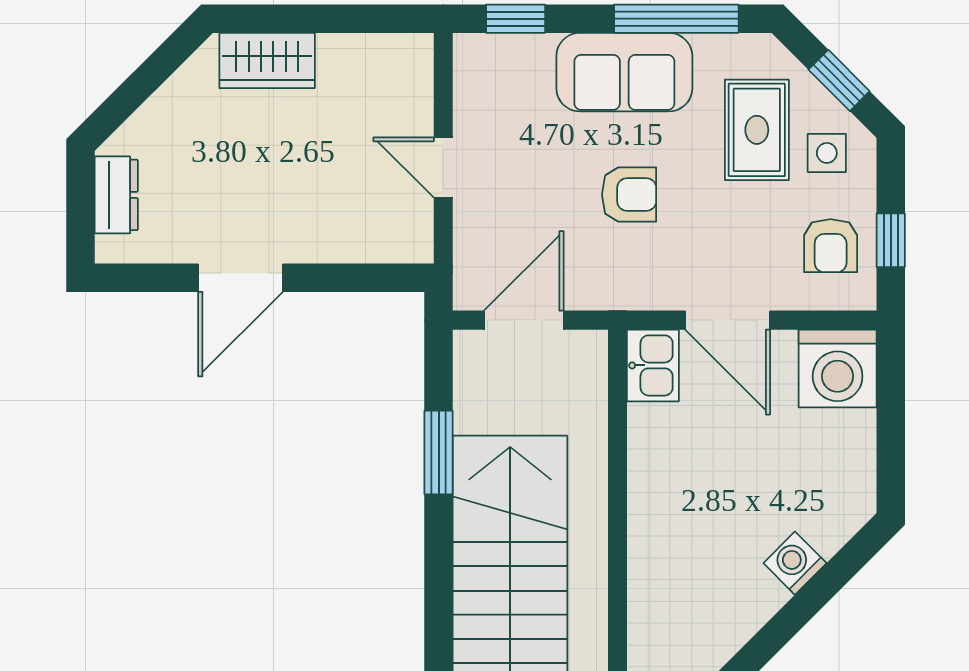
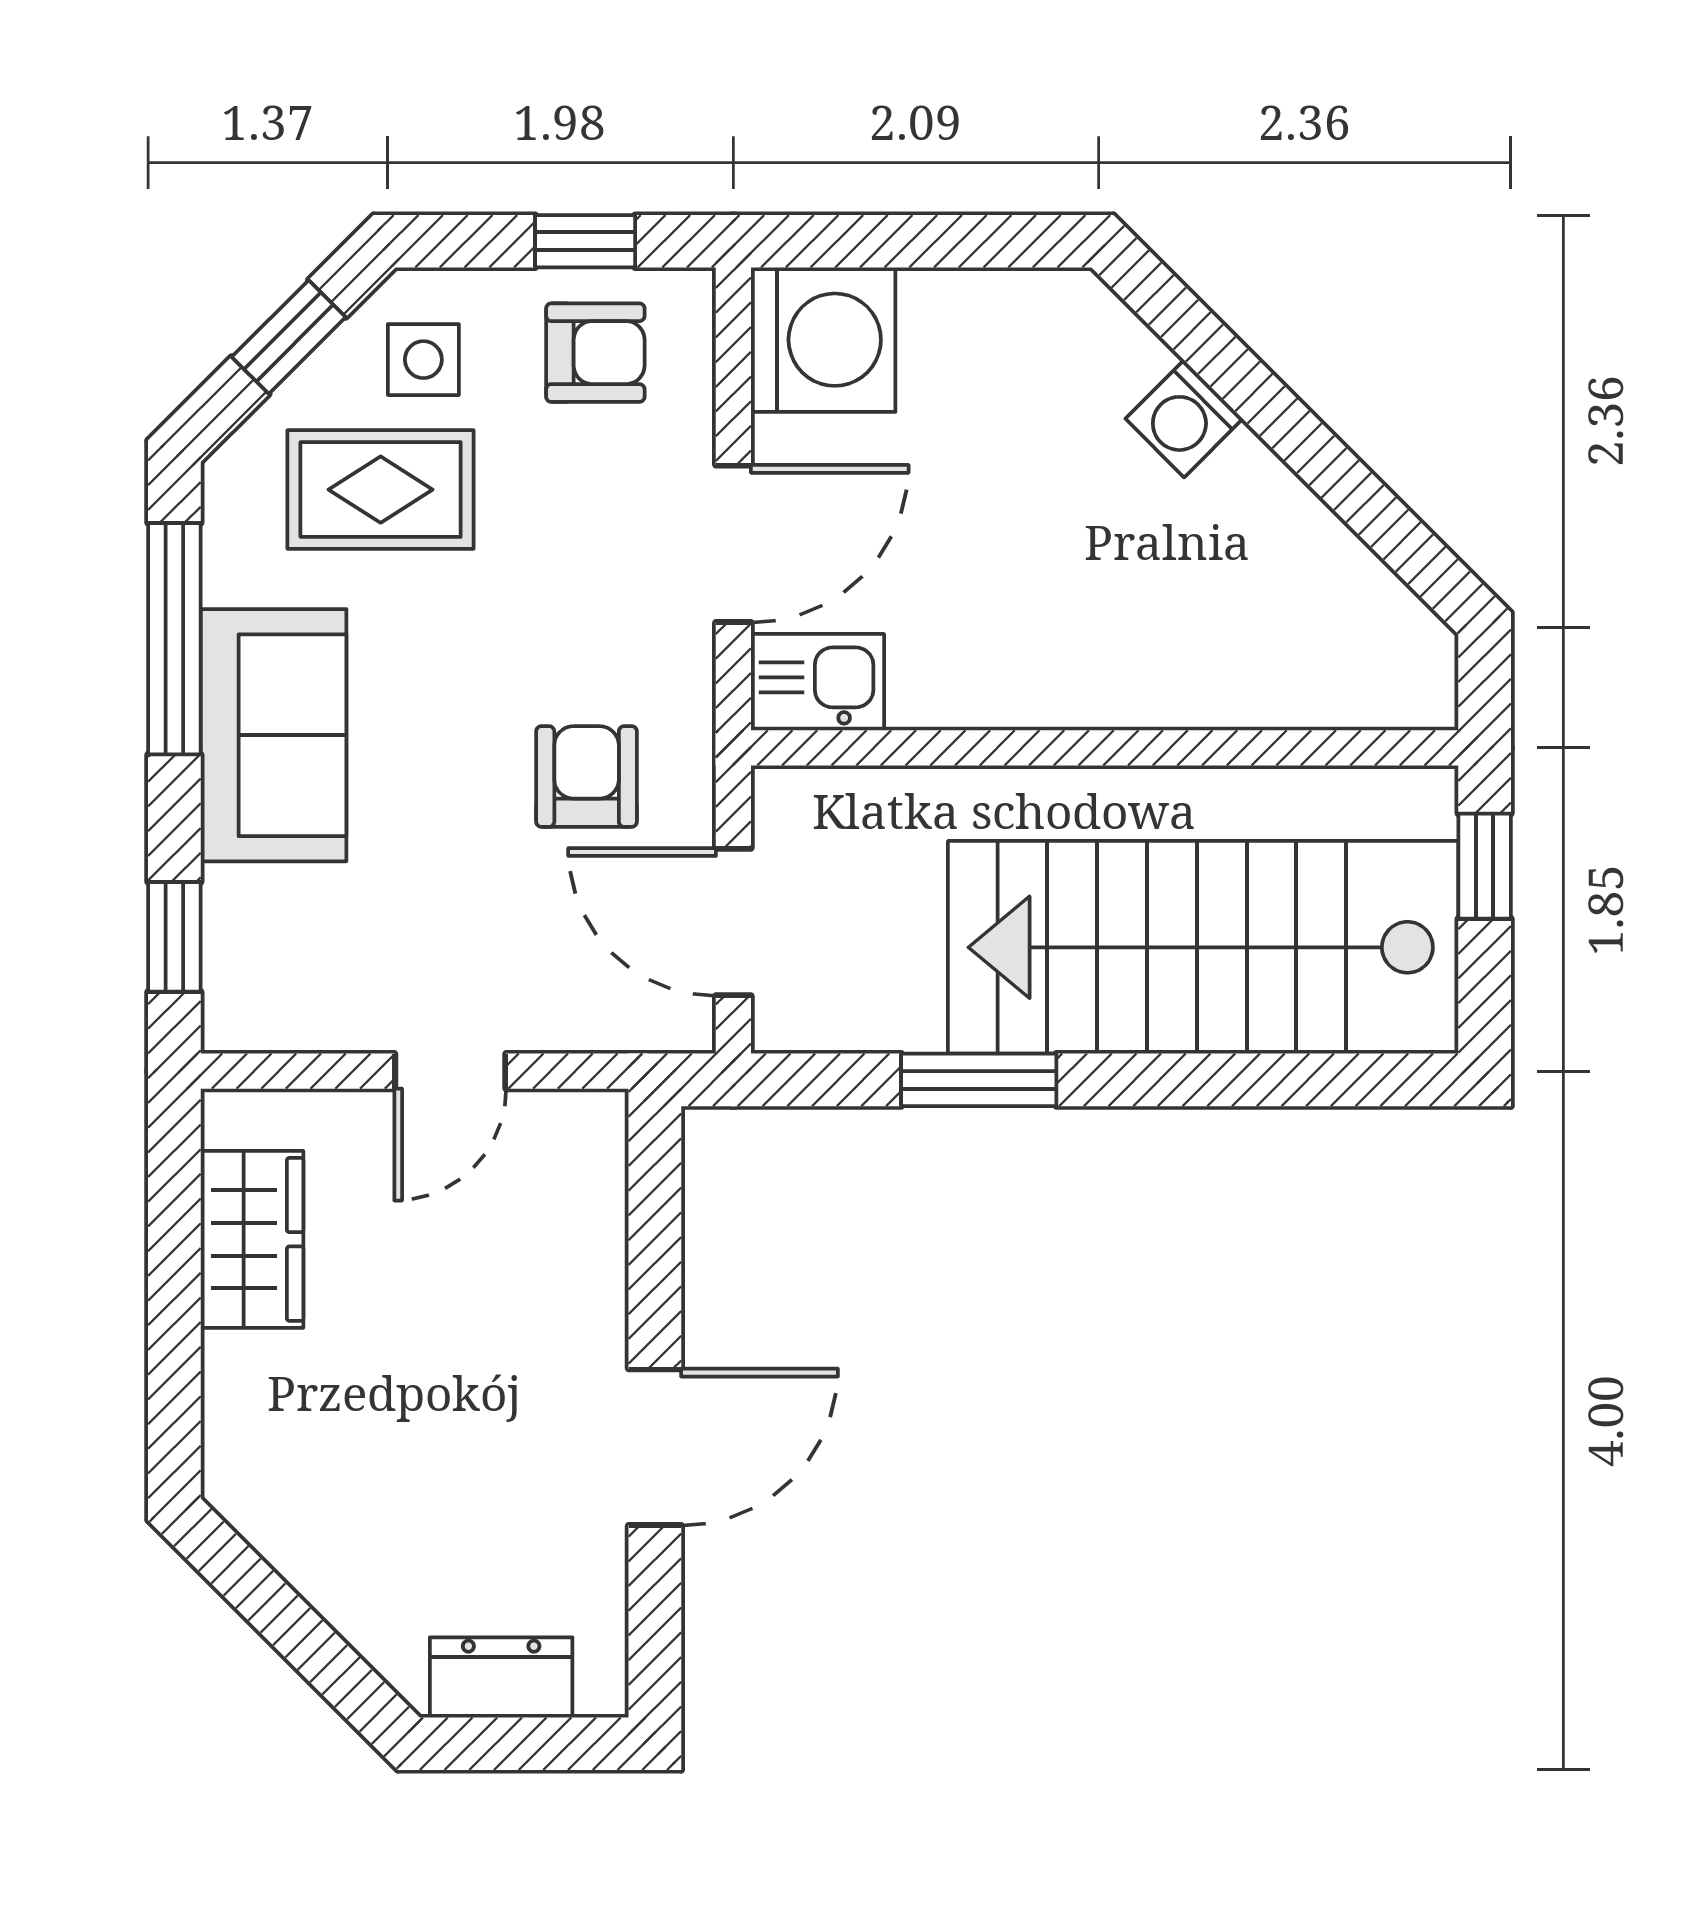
wardrobe: (267, 61) -> (252, 1239), moved
armchair: (629, 195) -> (587, 776), moved
door: (241, 278) -> (655, 1447), hinge flipped

